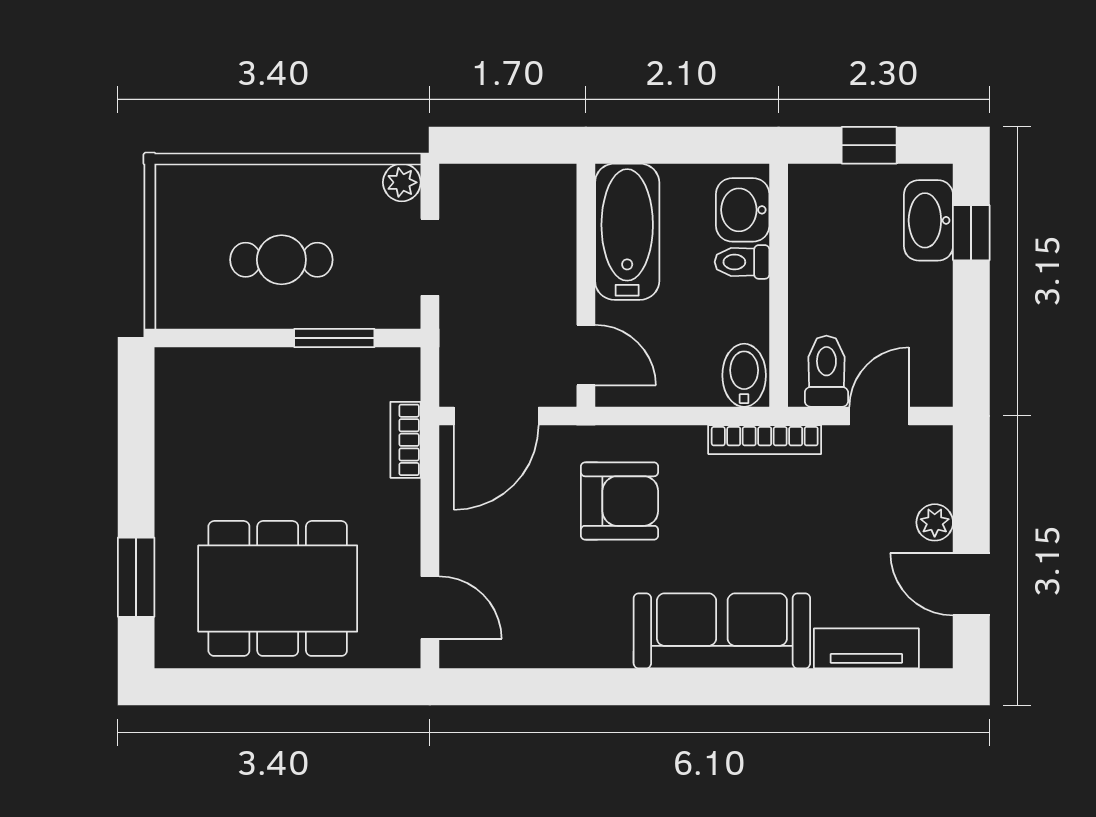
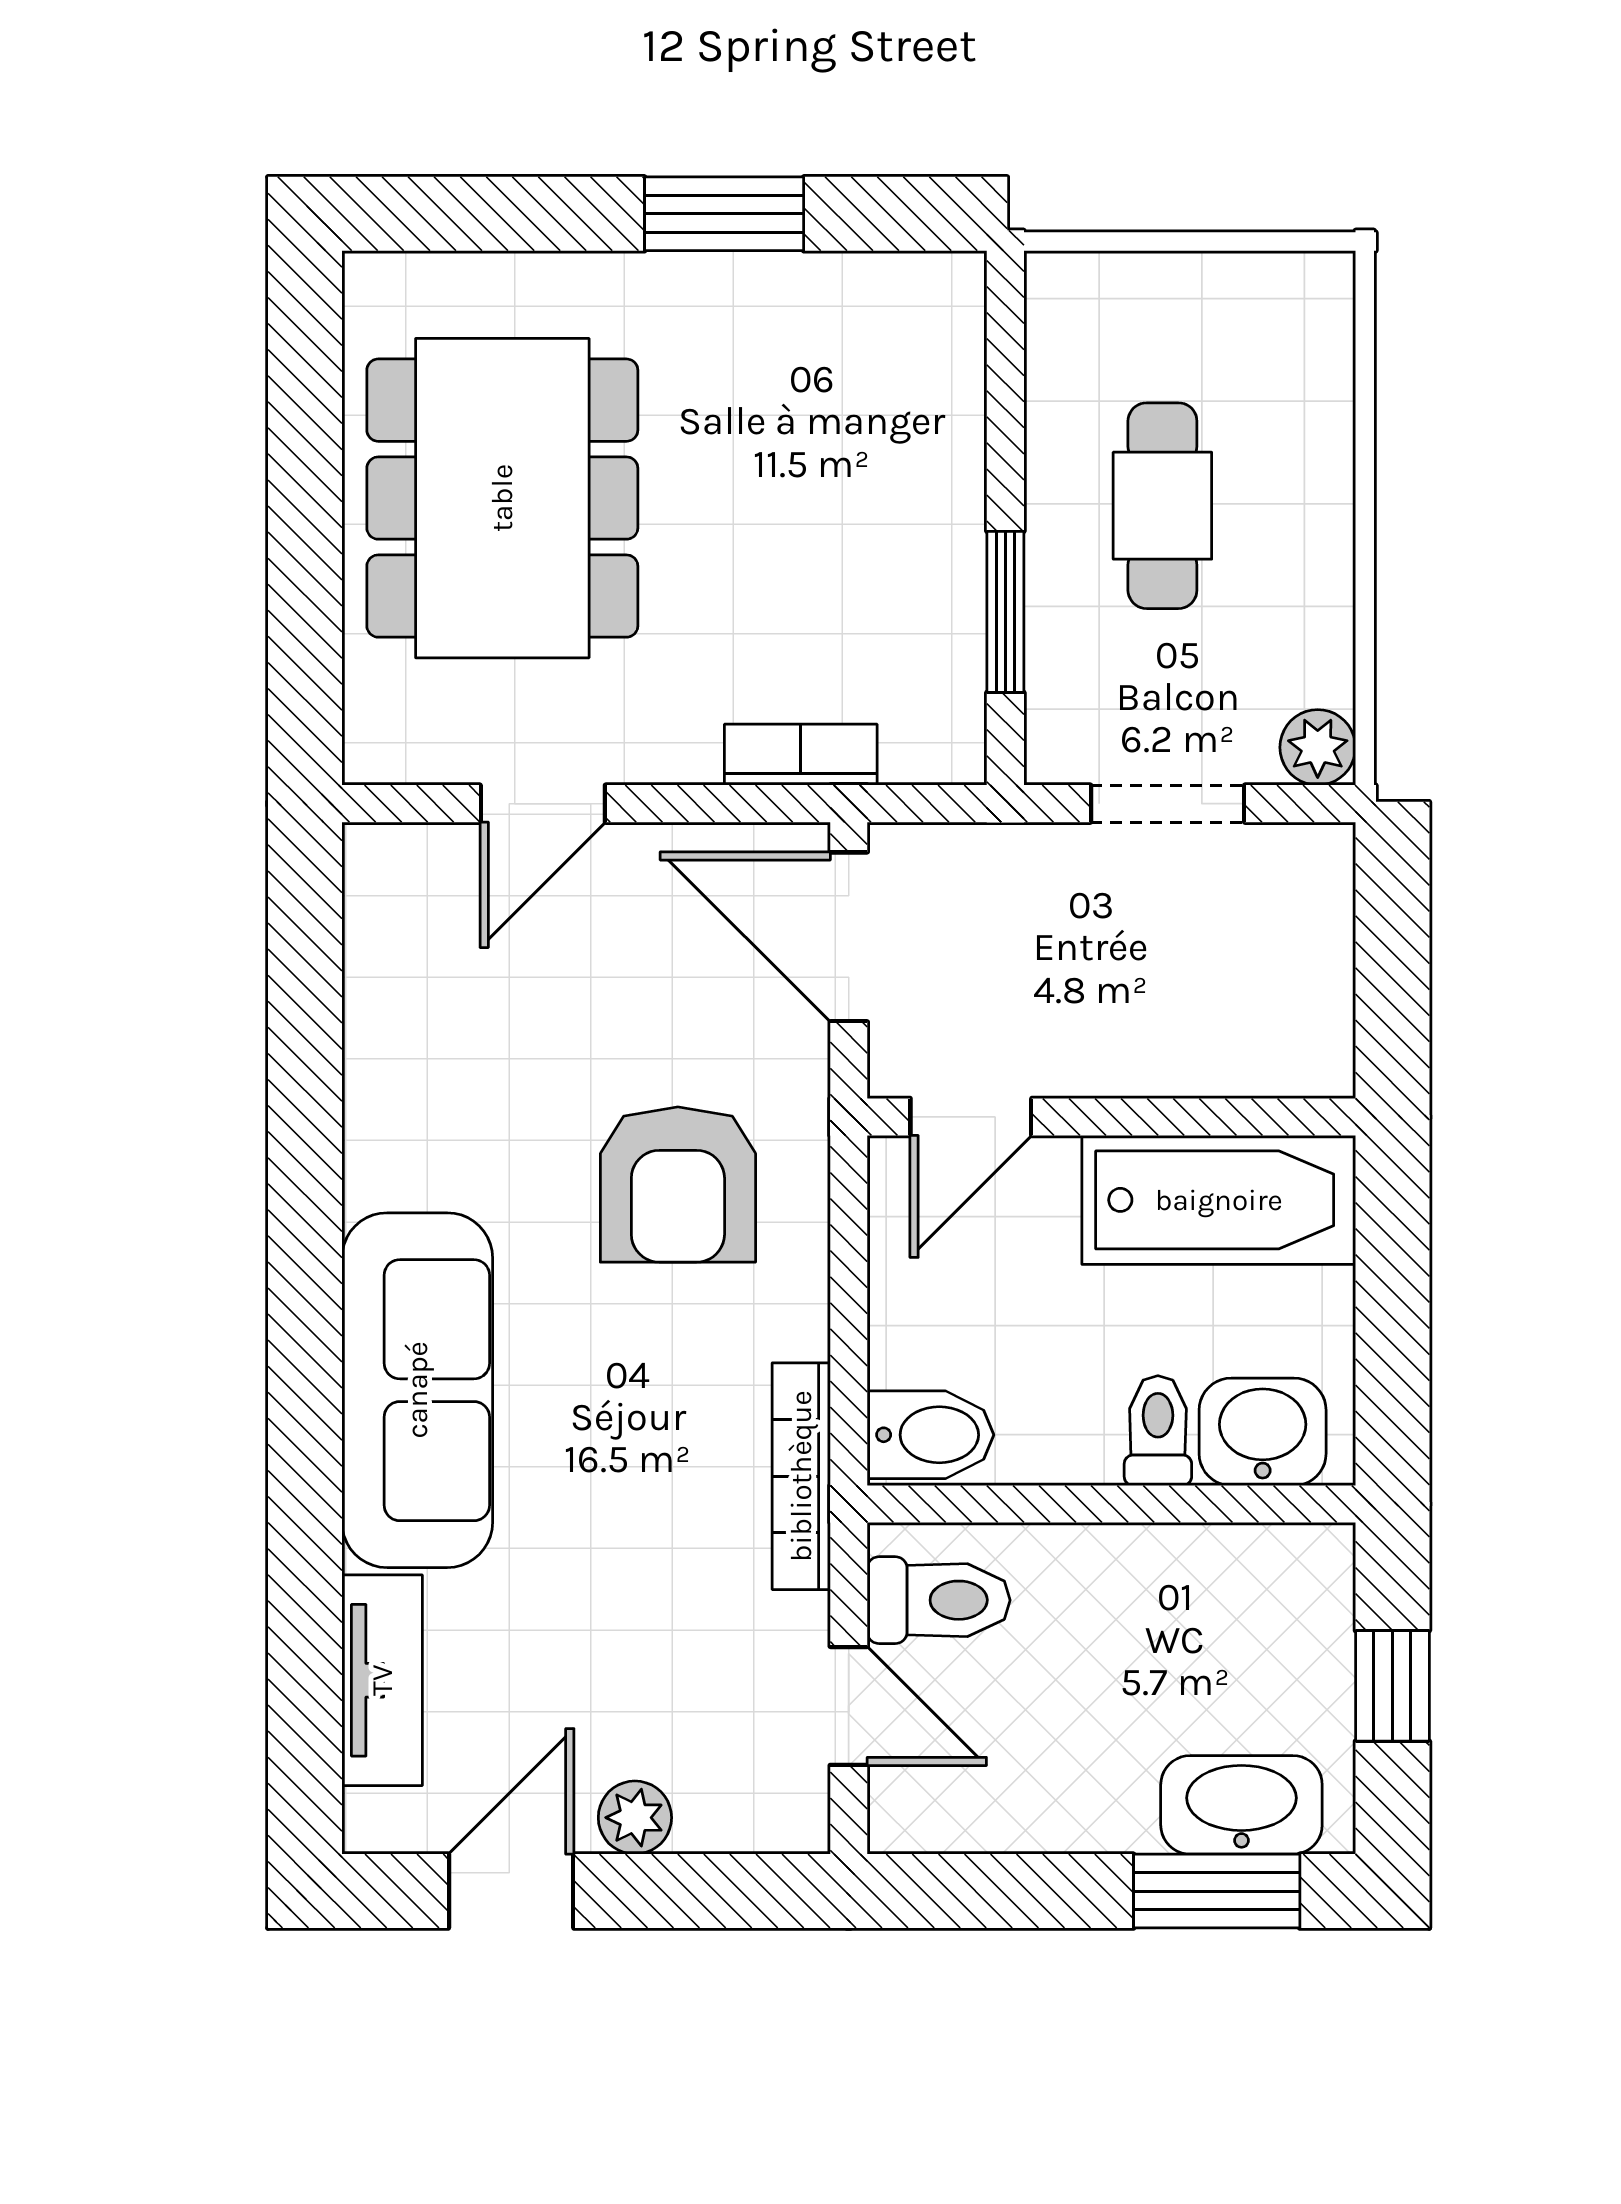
window: (971, 233) -> (1217, 1891), width x1.50
window: (136, 577) -> (724, 214), moved
door: (430, 608) -> (543, 804), moved

